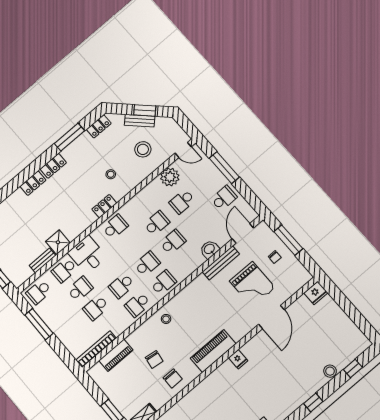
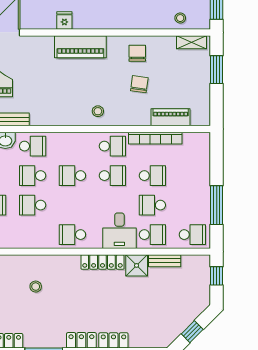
locker: (104, 206) -> (102, 262), moved, width x1.53
school desk: (163, 283) -> (33, 146), moved, turned 180
bookcase: (96, 349) -> (155, 138), moved

